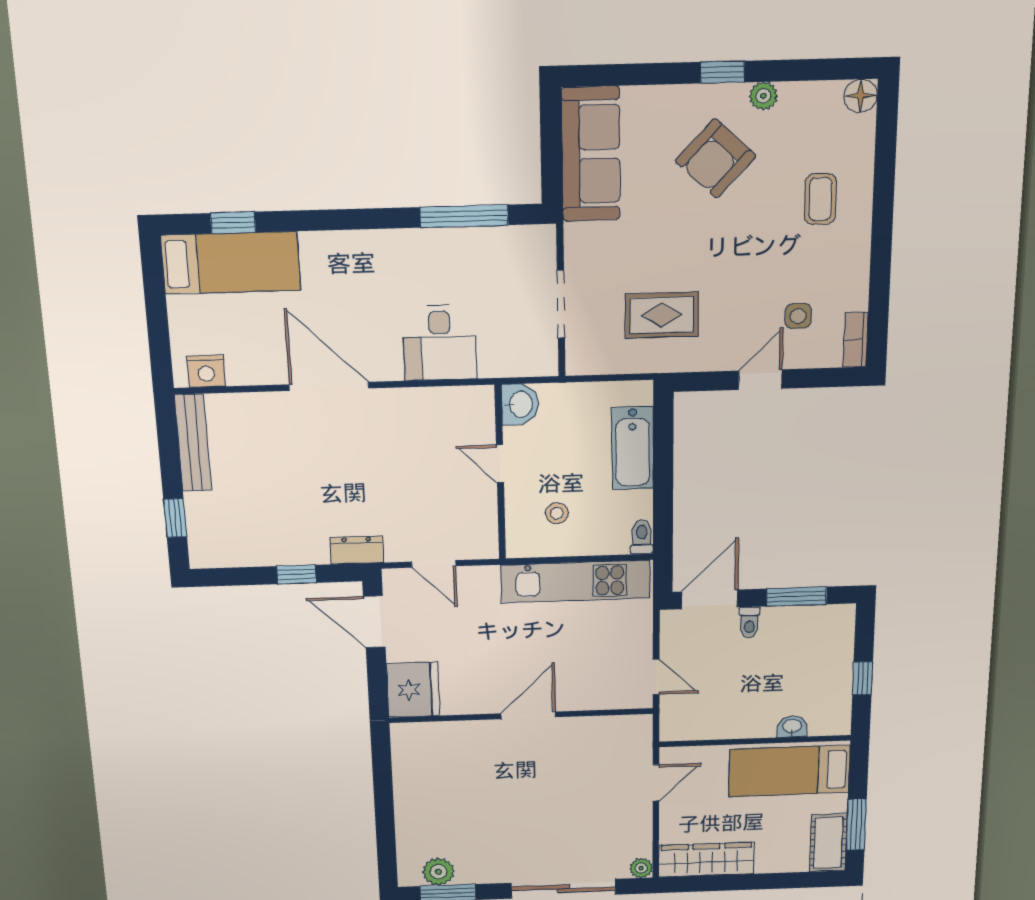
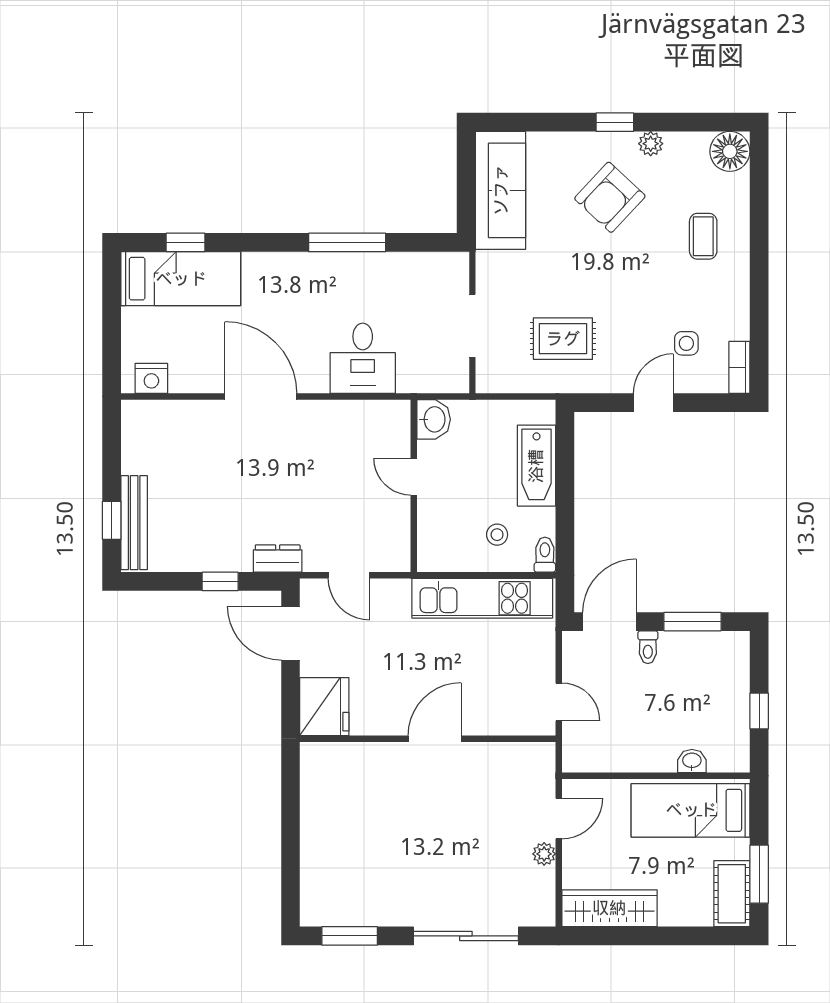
floor lamp: (861, 96) -> (730, 151), width x1.38, depth x1.38
window: (464, 216) -> (347, 242), moved
bench: (193, 443) -> (134, 523), moved
stool: (557, 513) -> (497, 535), moved
plant: (641, 868) -> (544, 854), moved
plant: (438, 872) -> (341, 911), removed

